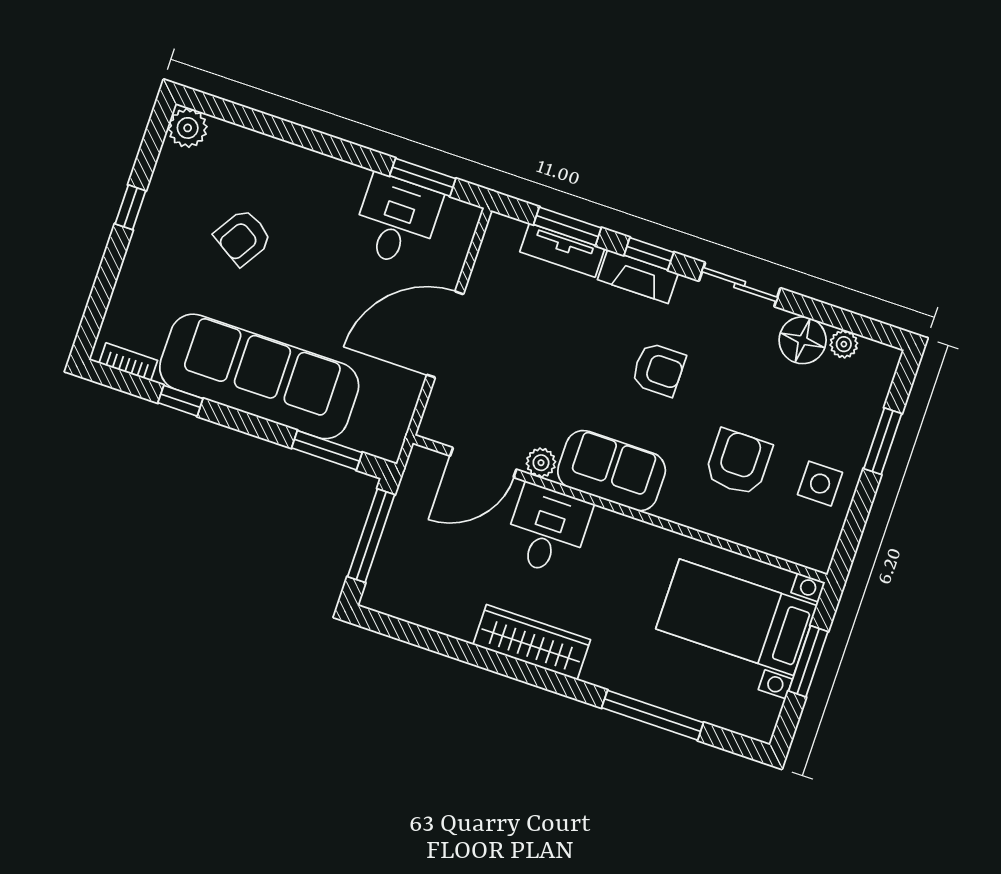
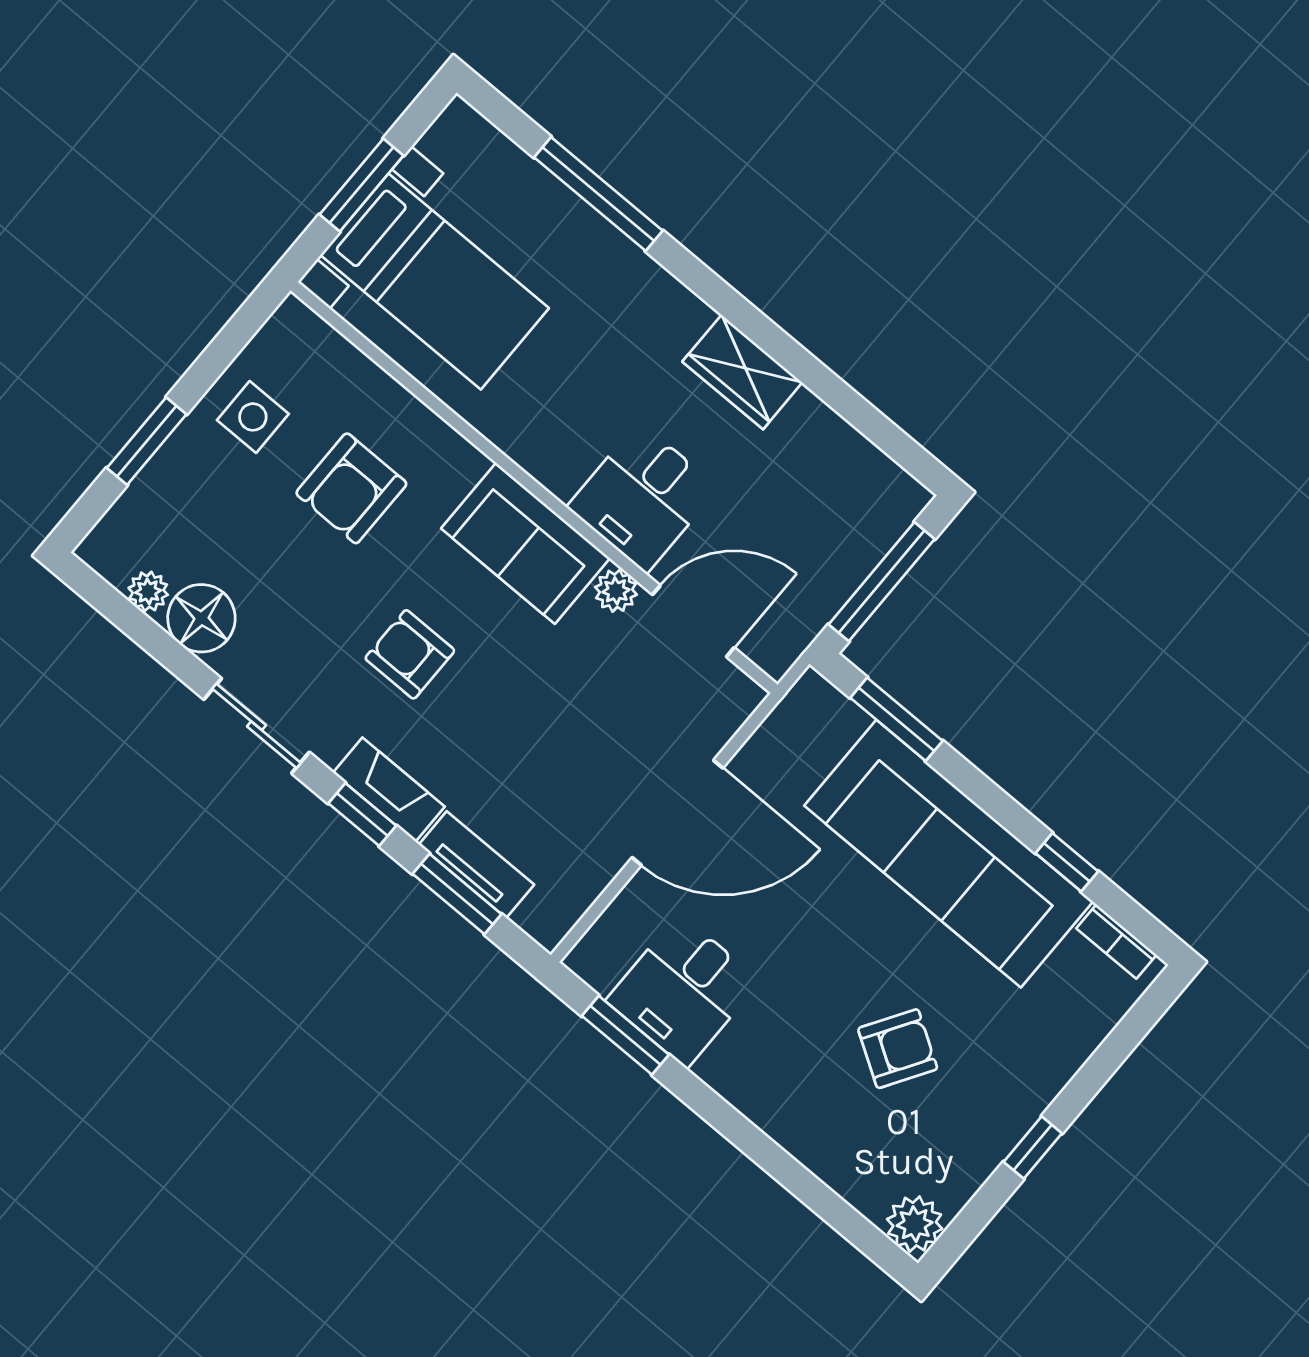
wardrobe: (532, 642) -> (742, 372), width x0.67

